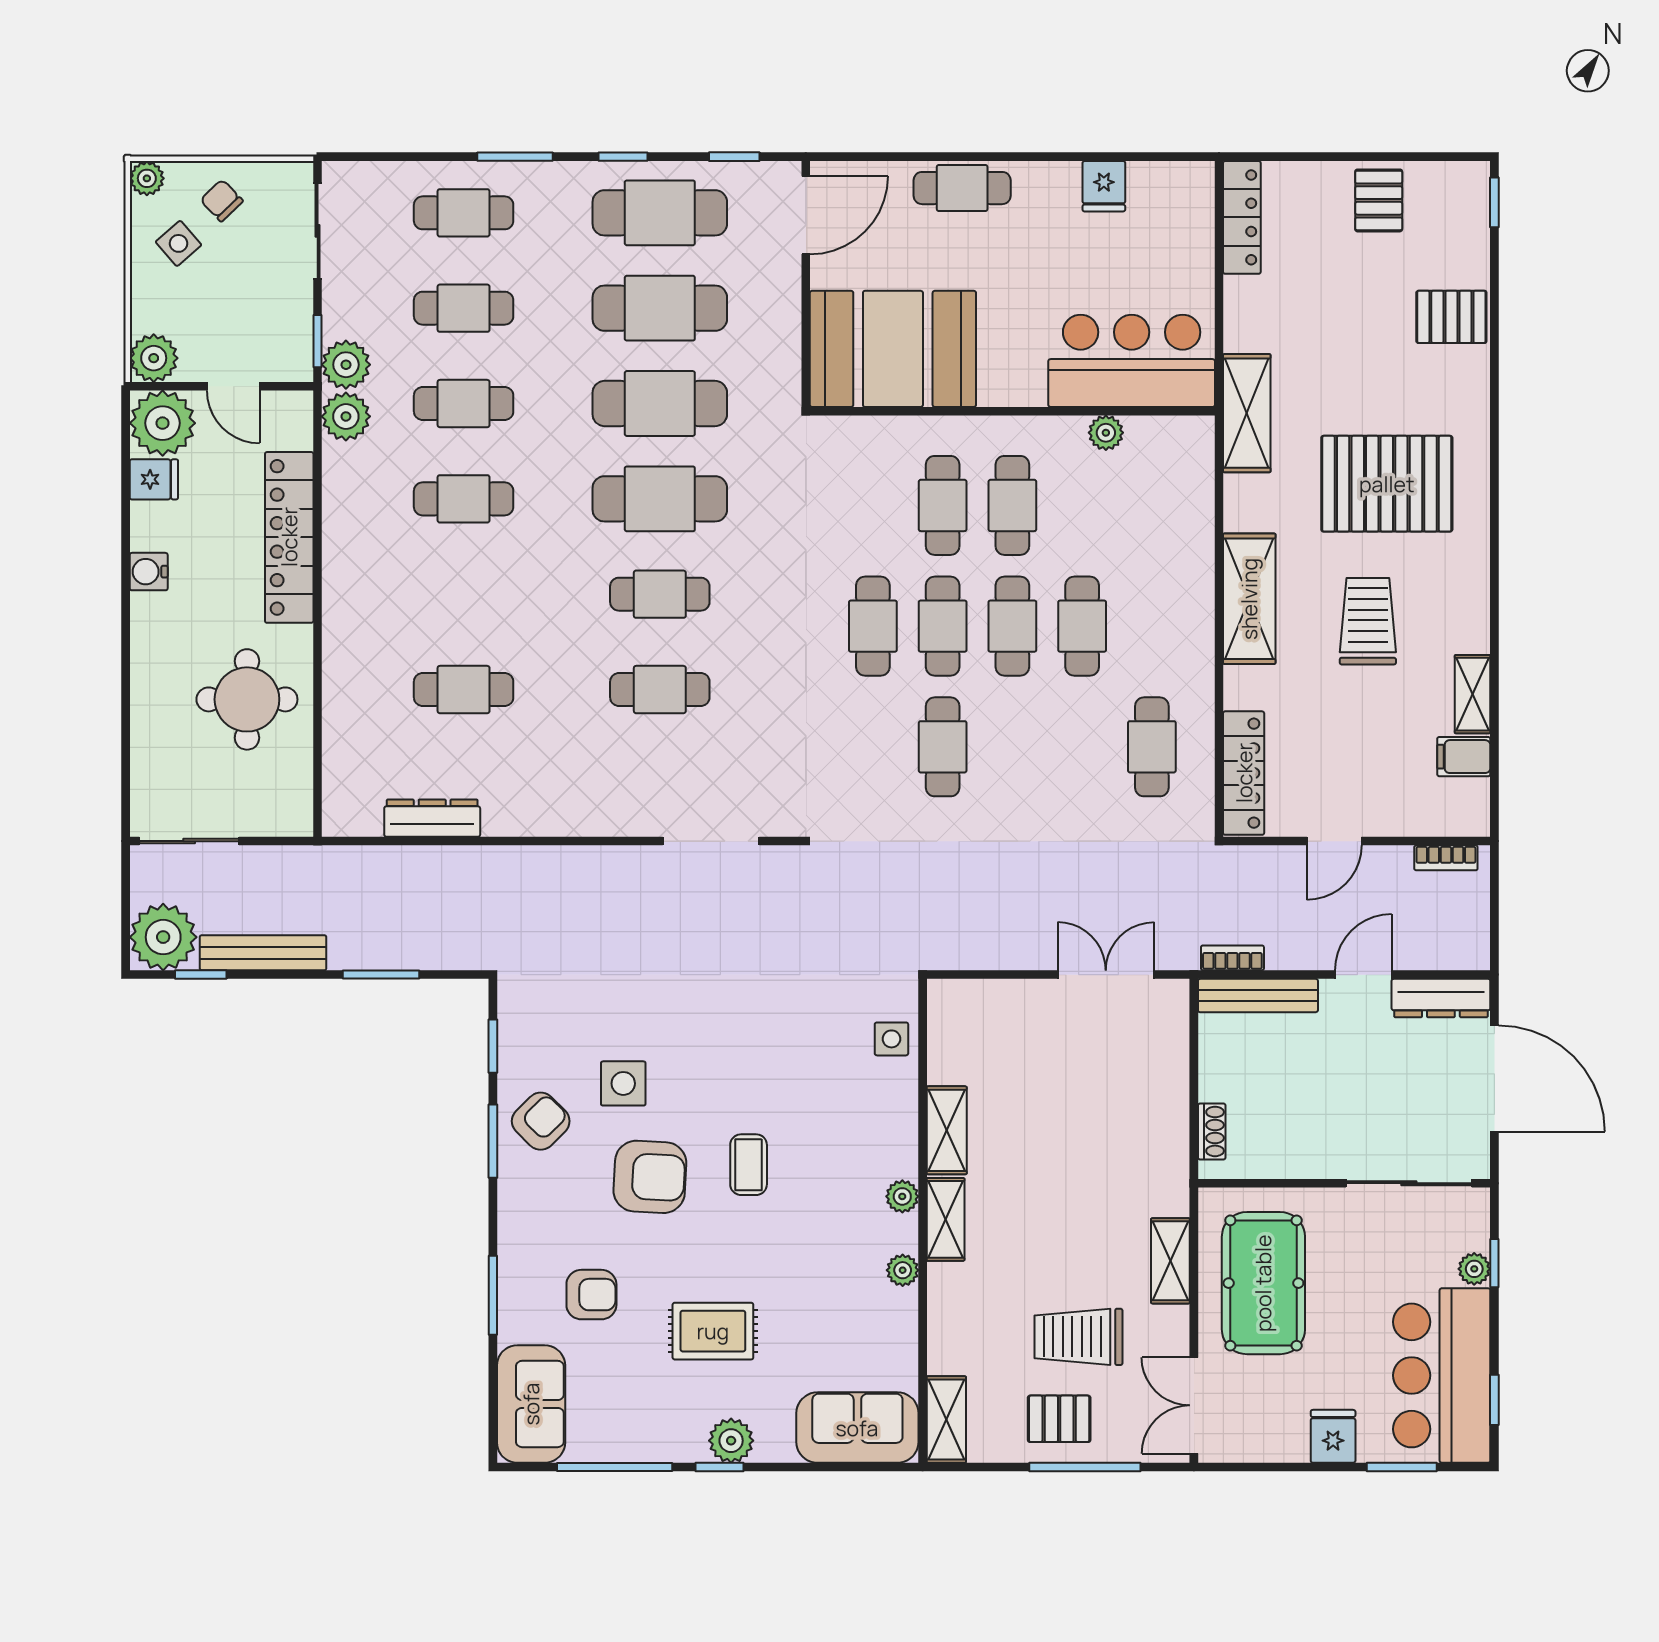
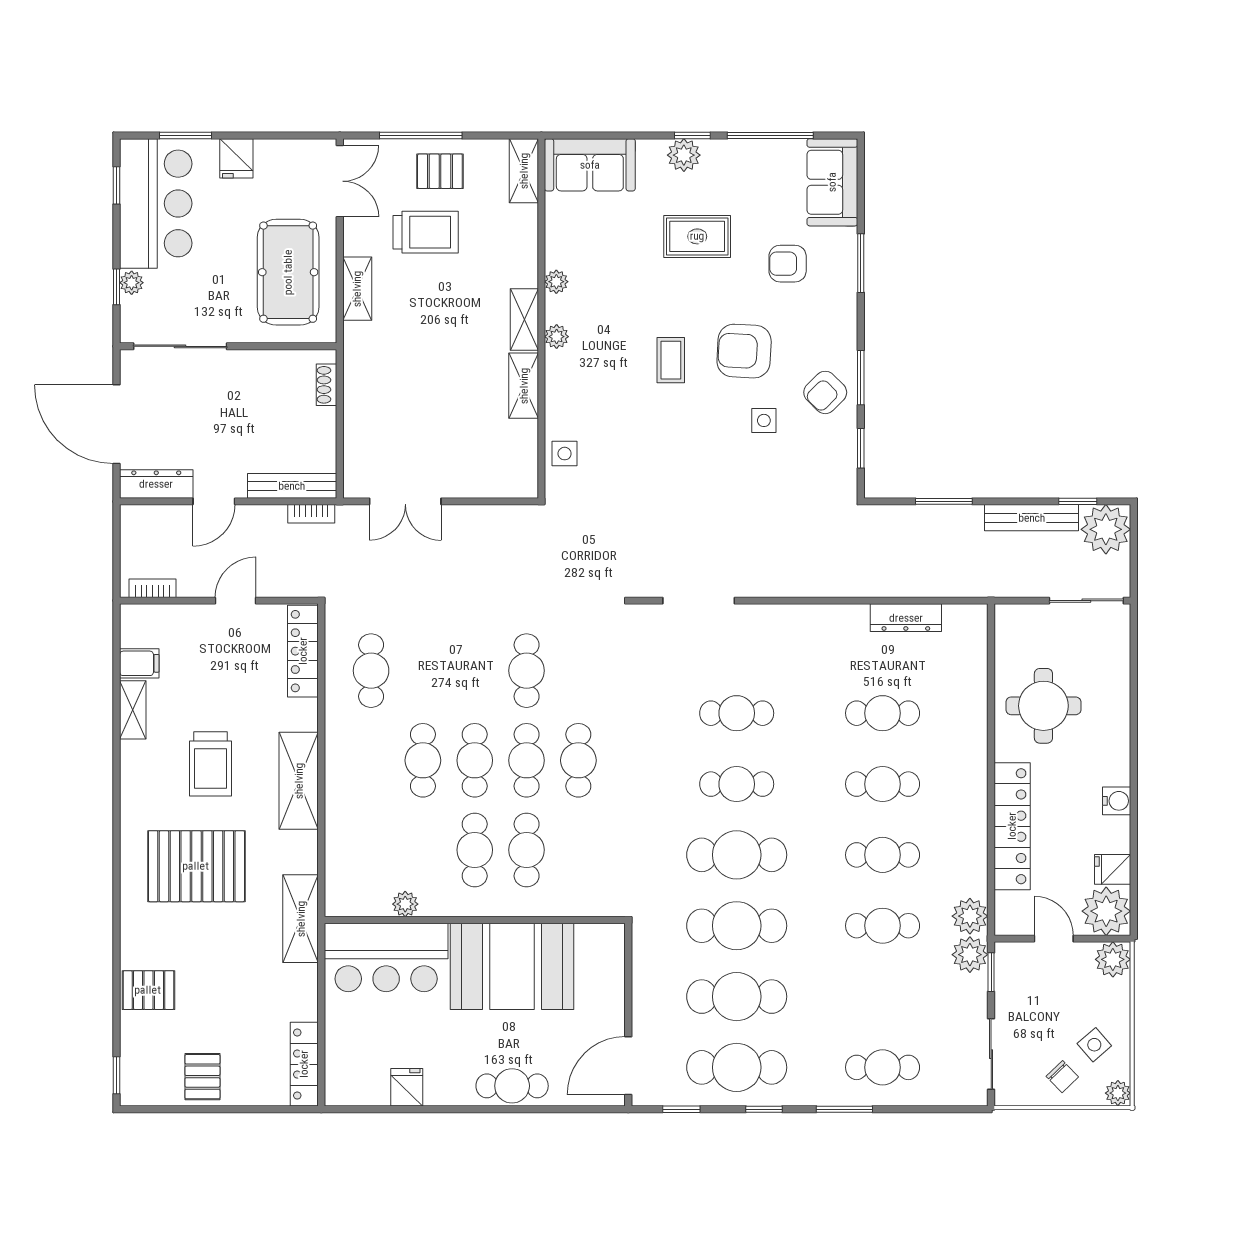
cafe table: (464, 308) -> (883, 784), moved
booth: (893, 349) -> (512, 966), moved
side table: (623, 1083) -> (764, 420), width x0.73, depth x0.73

